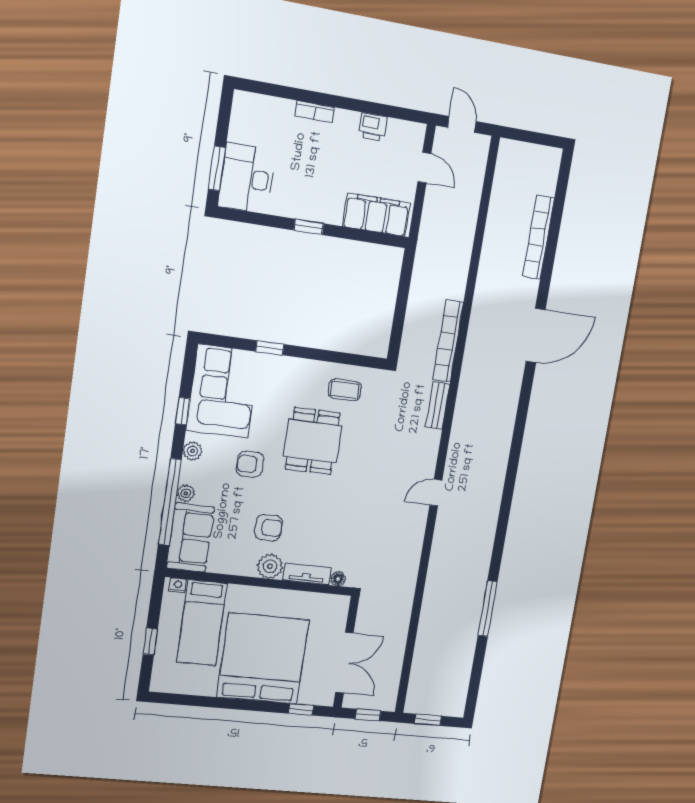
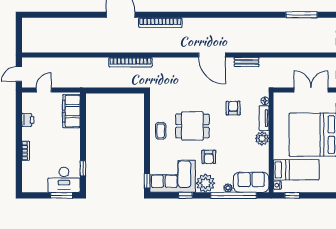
window: (309, 227) -> (83, 168), moved
bookcase: (539, 237) -> (160, 23), moved
window: (270, 348) -> (147, 181), moved
coffee table: (345, 390) -> (161, 131), moved
bench: (438, 406) -> (247, 62), moved
plant: (193, 451) -> (205, 183), width x1.87, depth x1.87
door: (436, 493) -> (212, 55), width x1.87
armchair: (269, 528) -> (233, 108), moved
window: (488, 609) -> (301, 15), moved
window: (150, 642) -> (292, 195), moved

